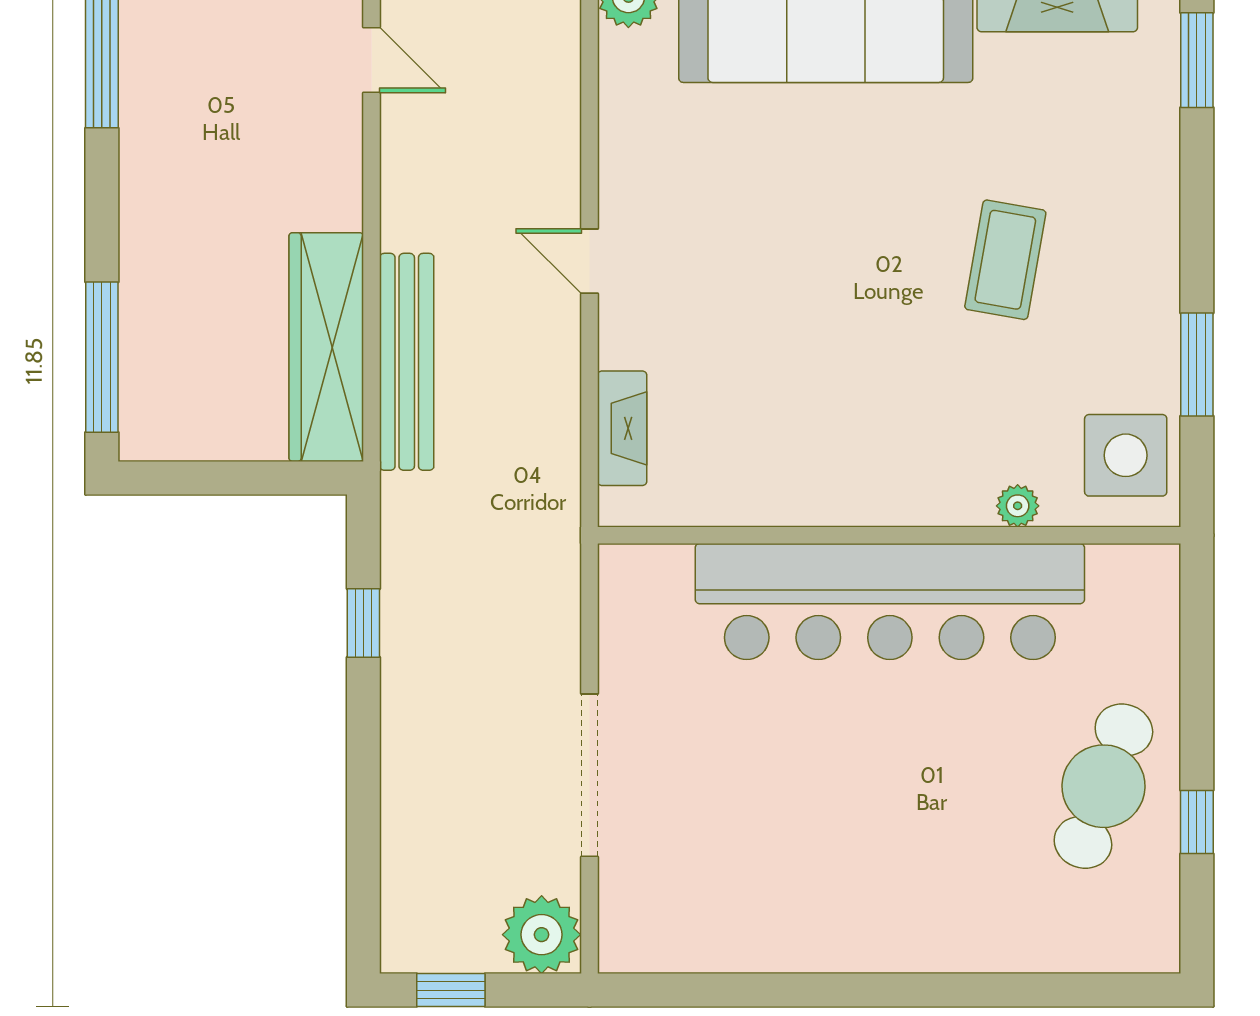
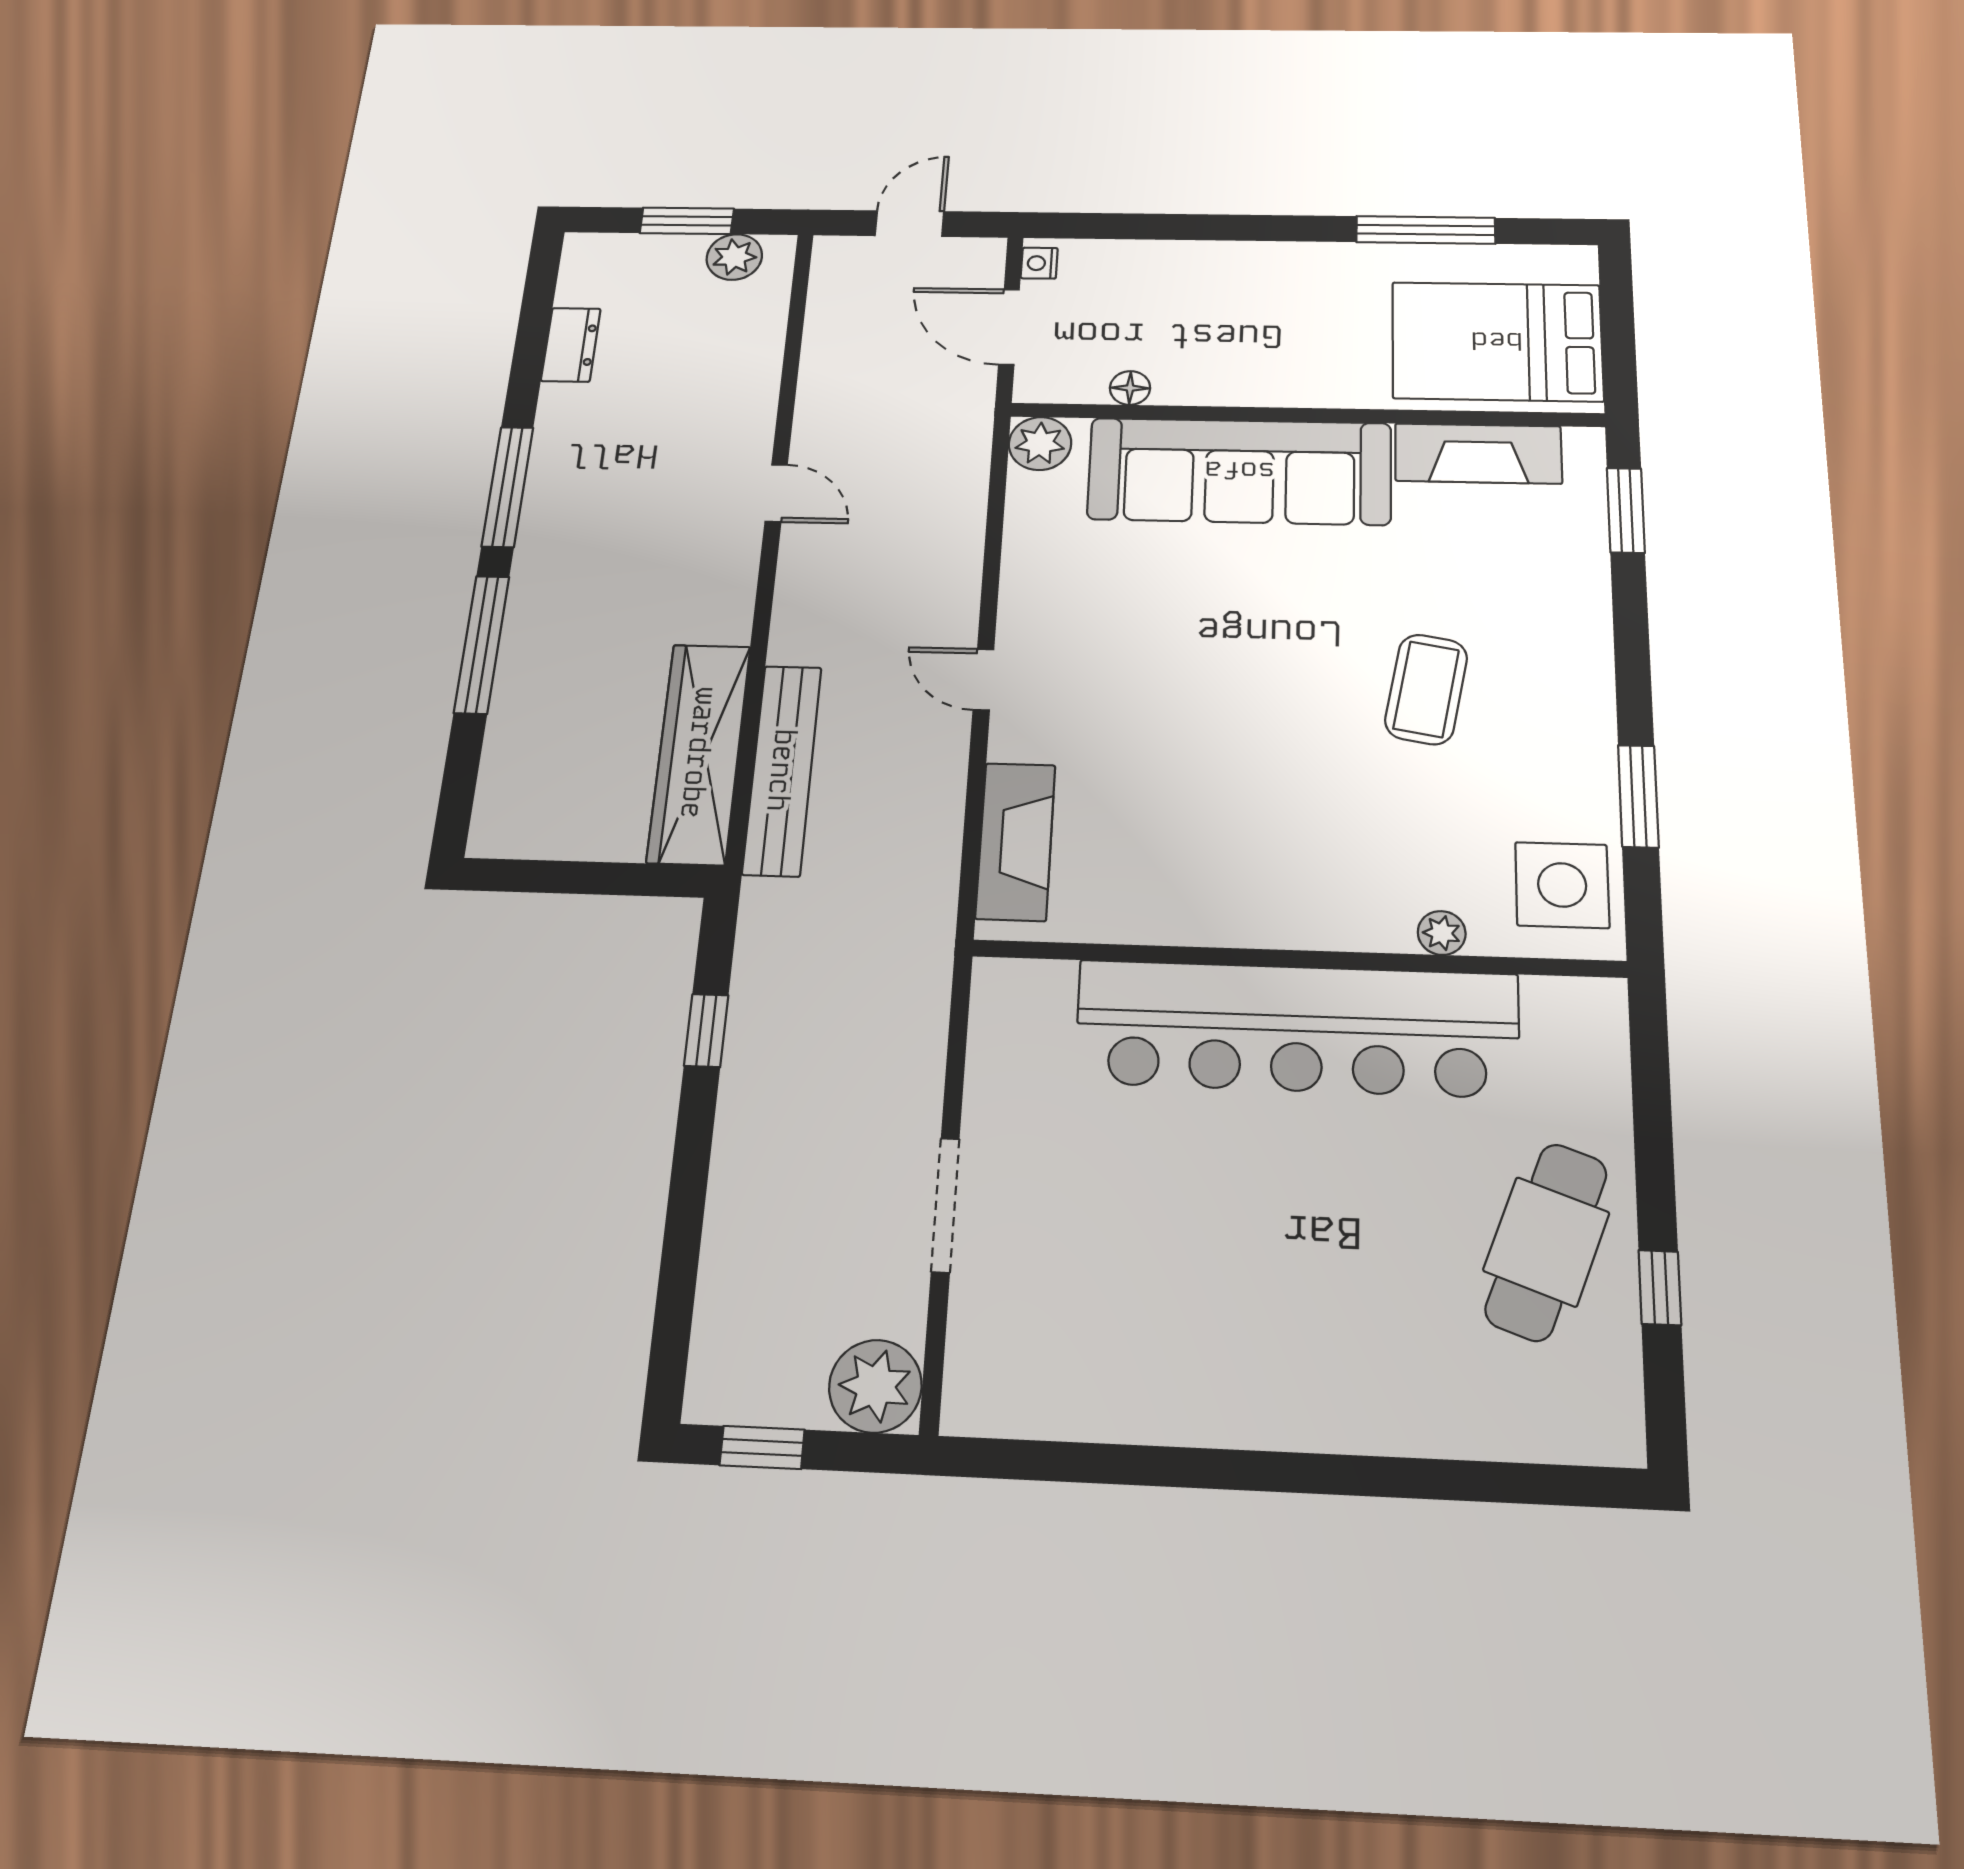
window: (102, 357) -> (482, 644), moved
fireplace: (622, 428) -> (1016, 841), width x1.37, depth x1.32
doorway: (589, 775) -> (945, 1205), width x0.73

